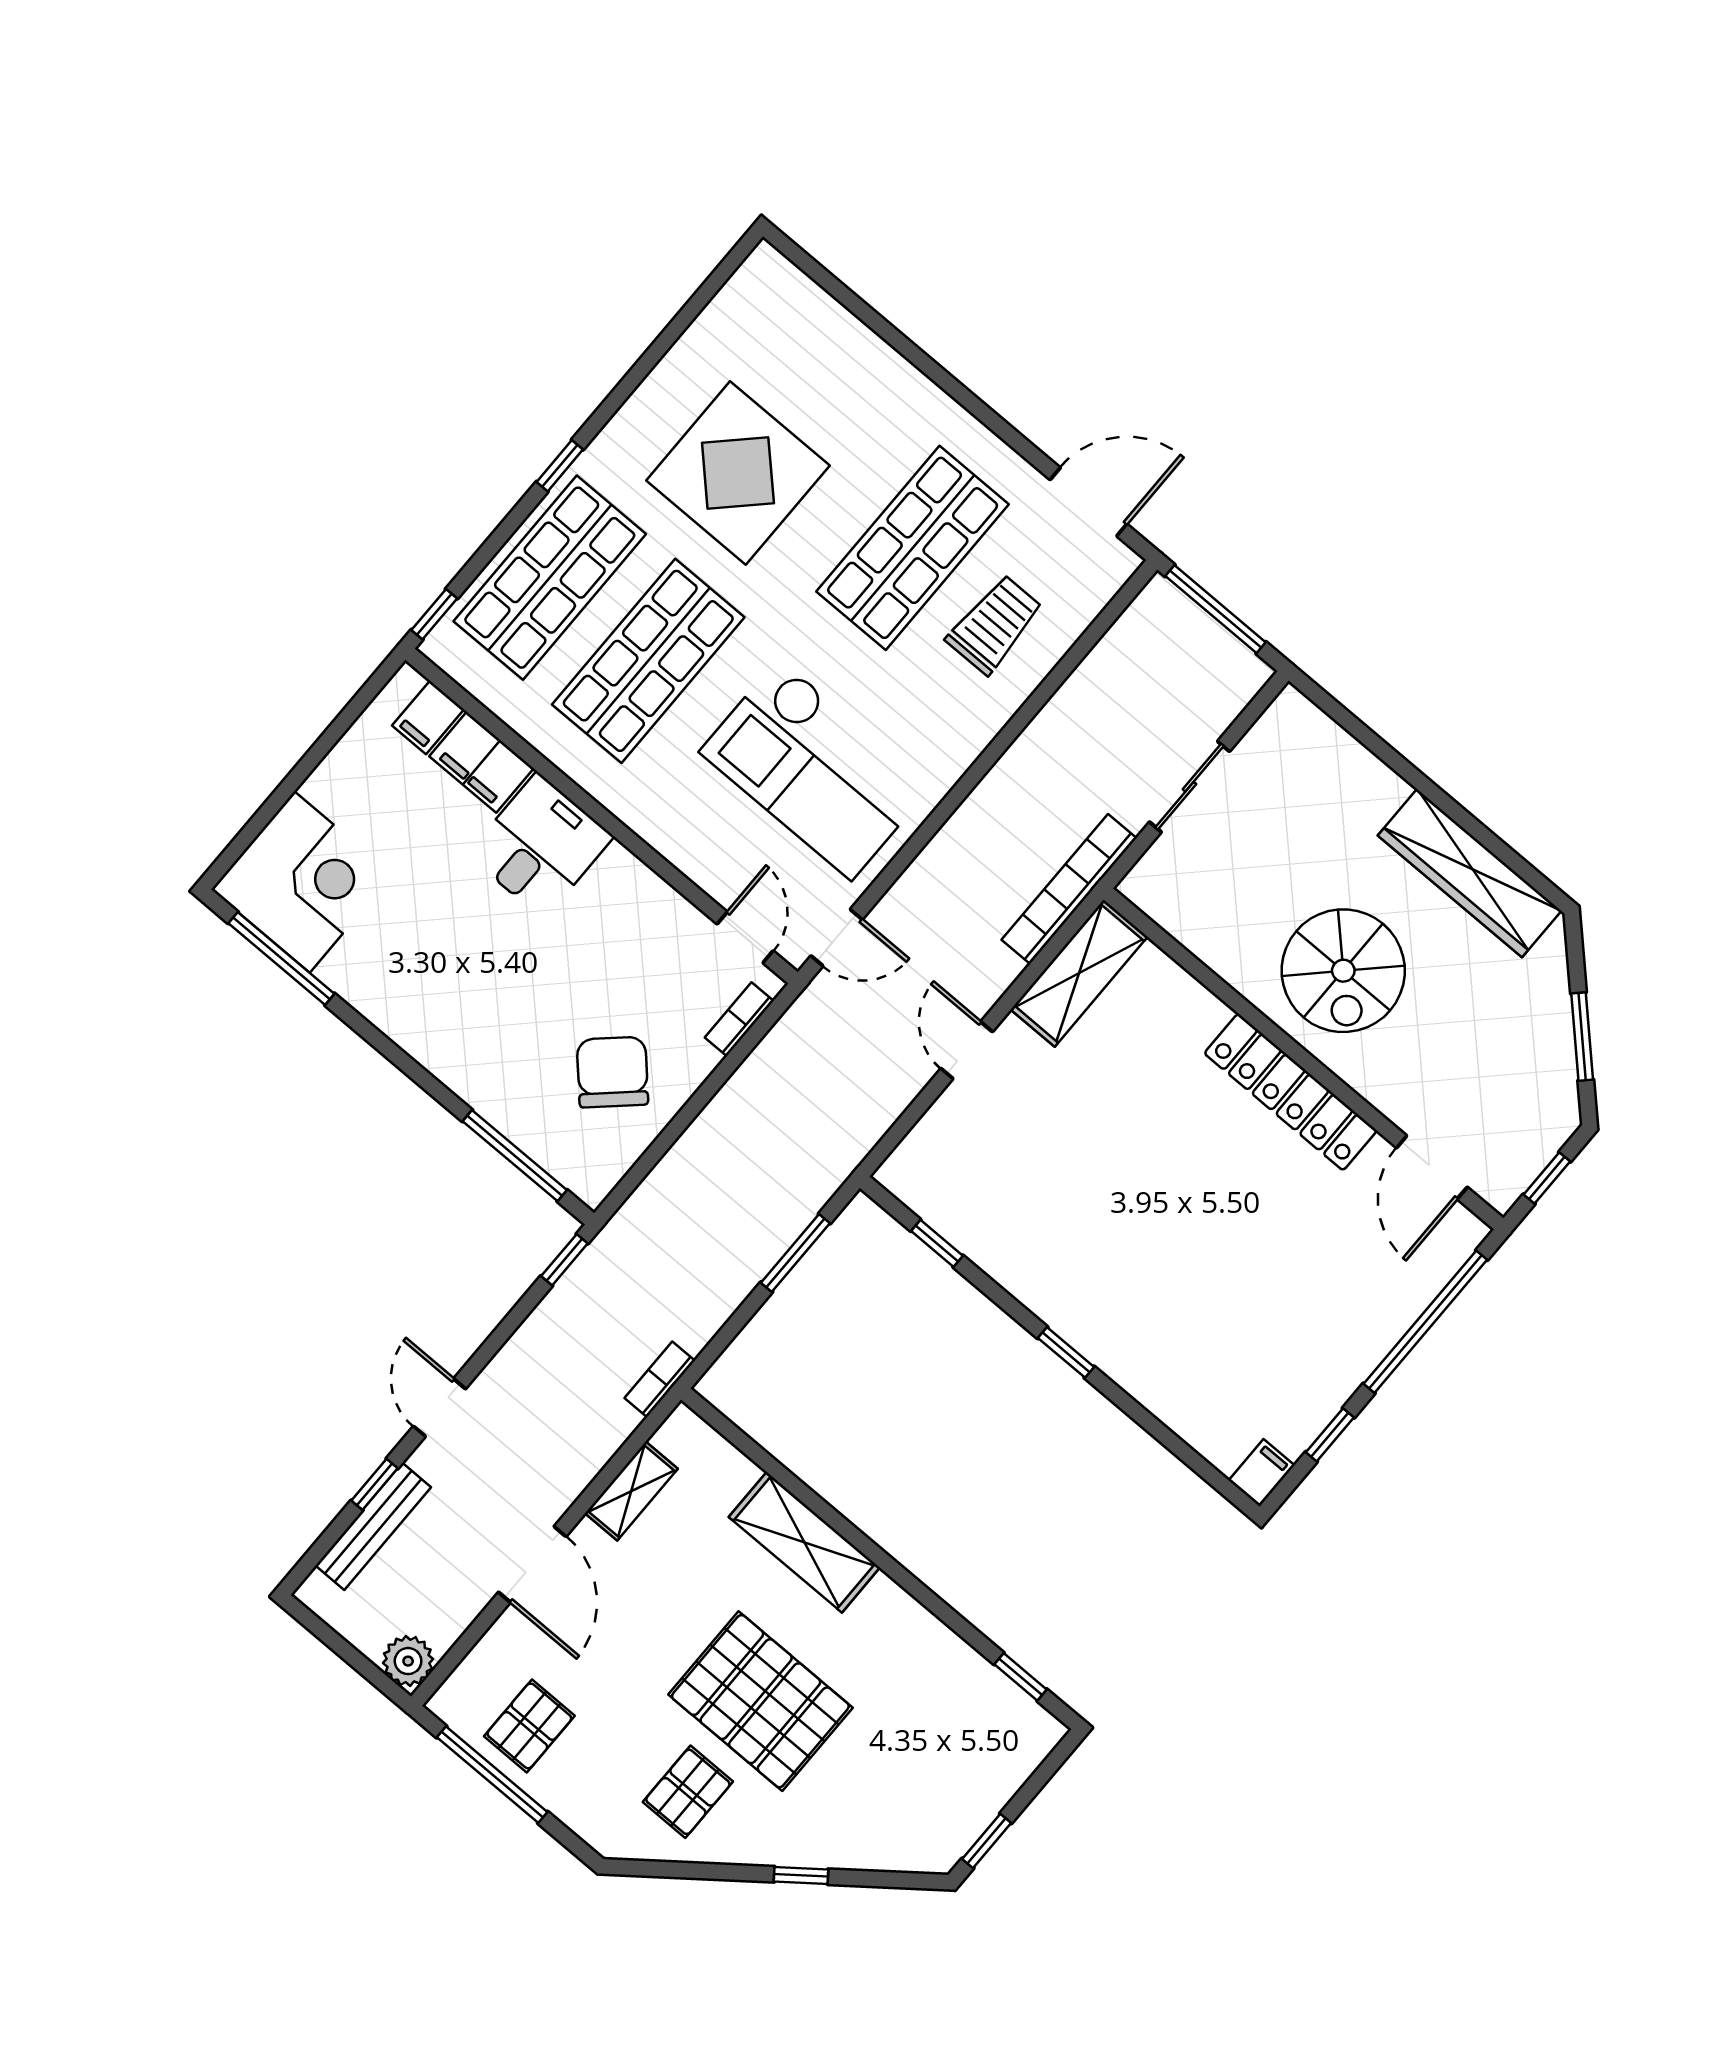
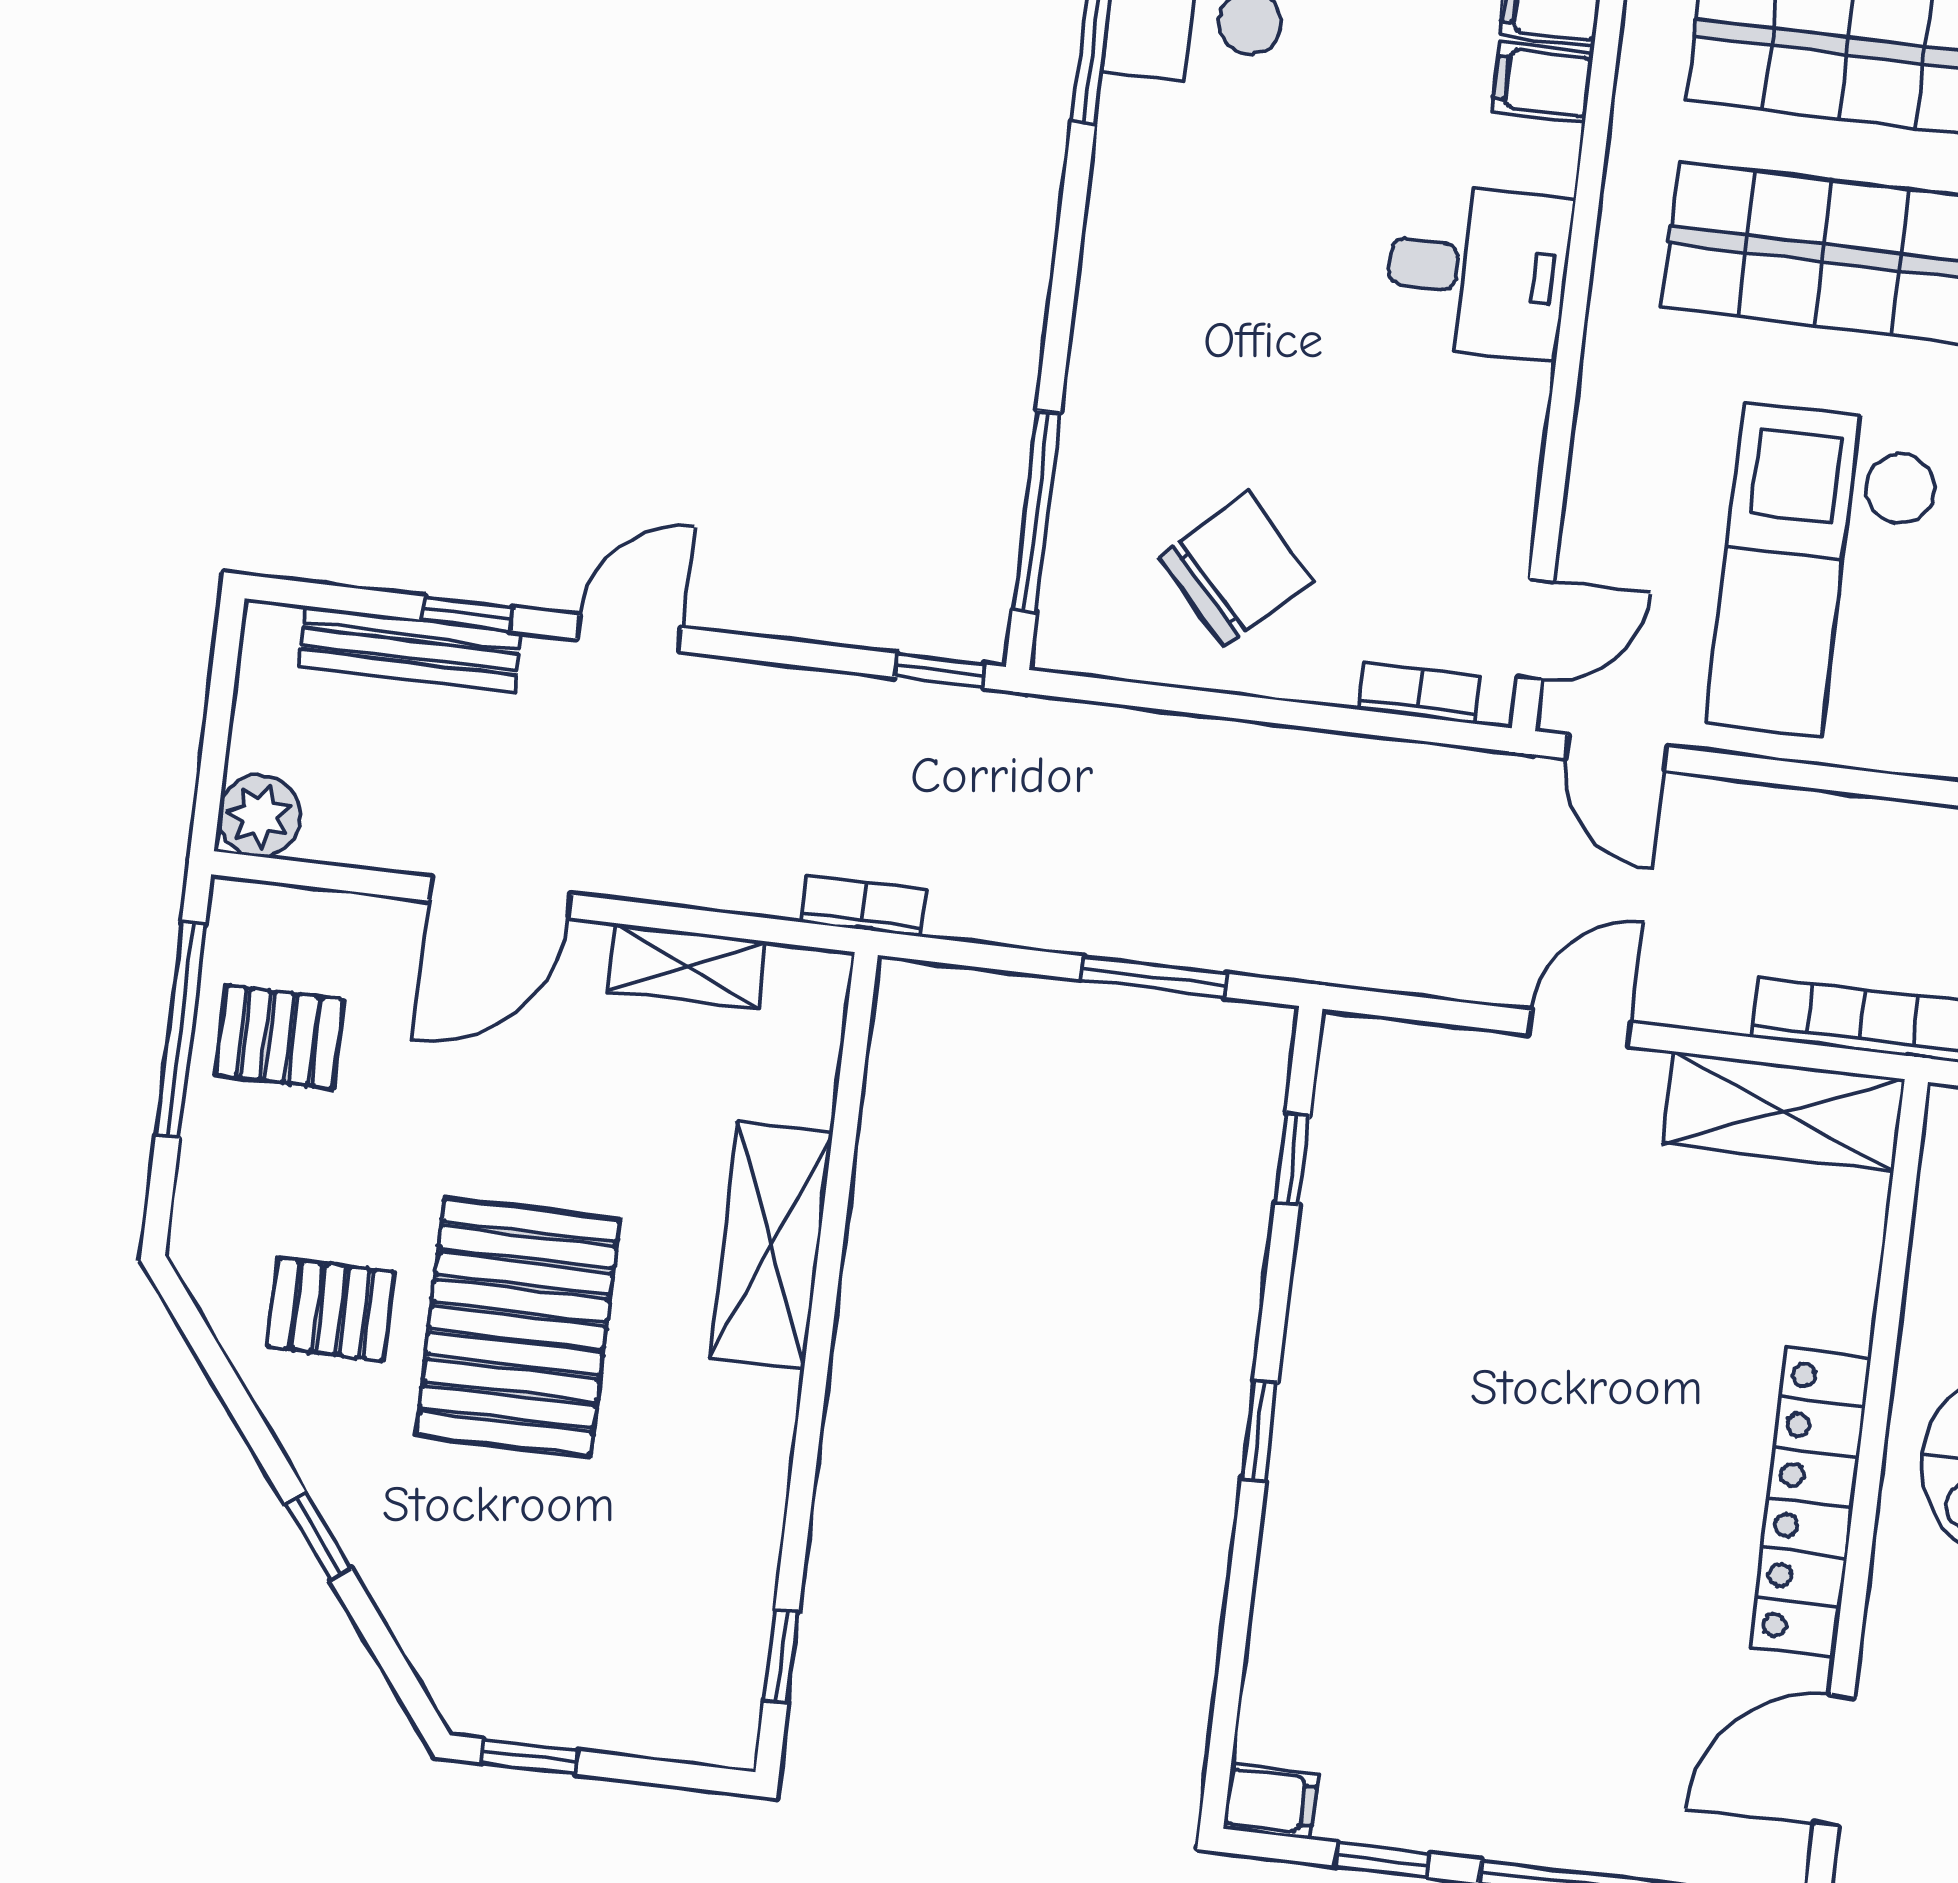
filing cabinet: (482, 762) -> (1542, 82), width x0.50

